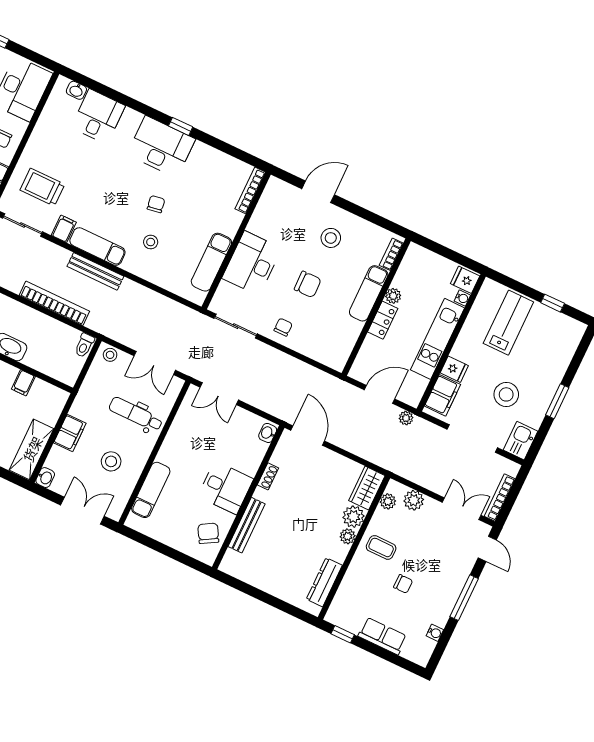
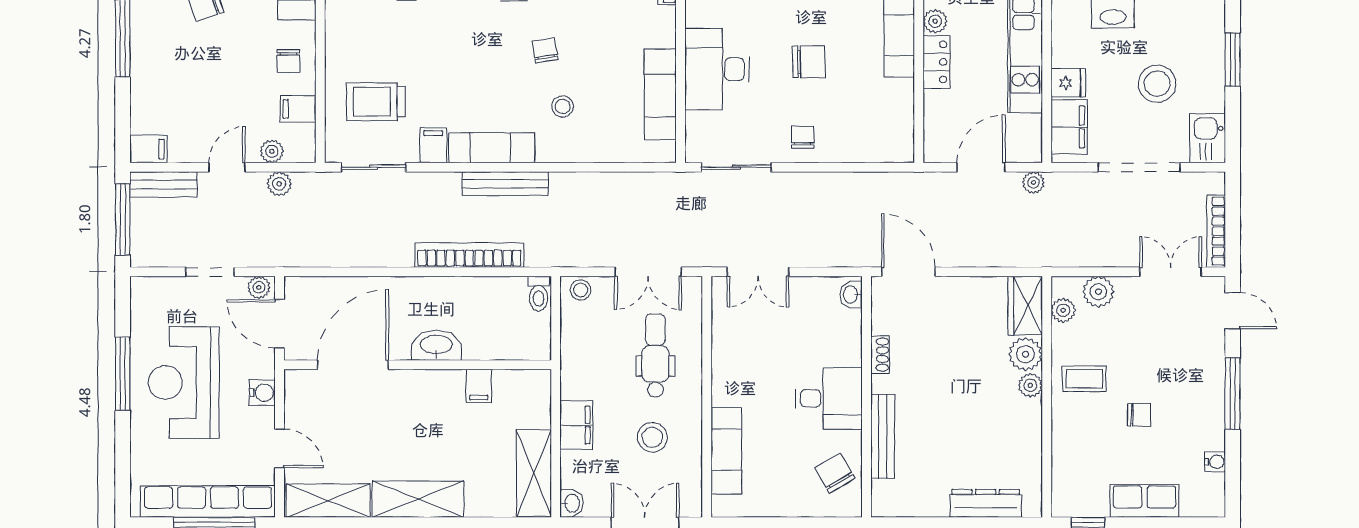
dental chair: (136, 414) -> (655, 355), turned 90
dresser: (324, 582) -> (986, 503), moved, turned 90

